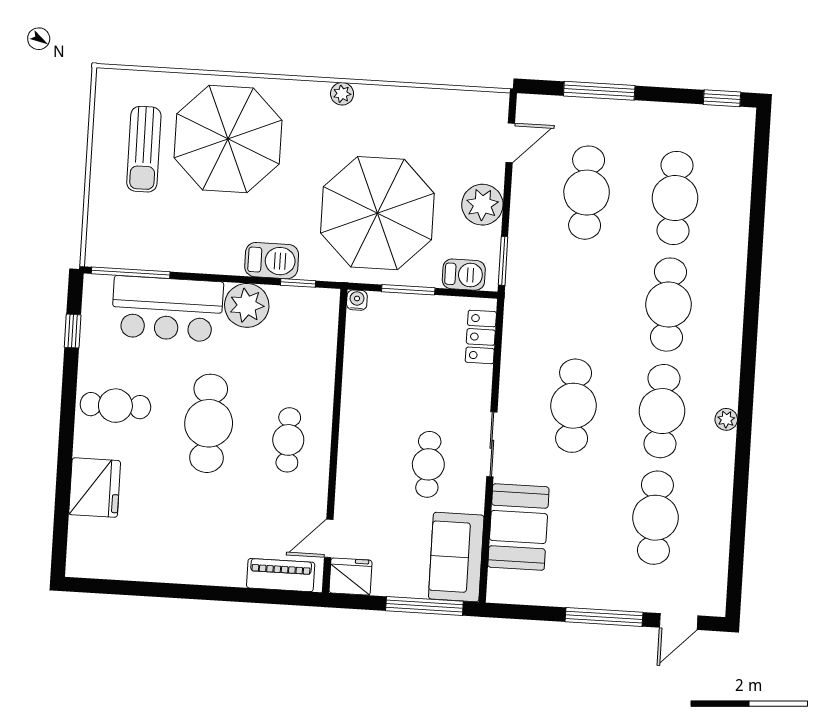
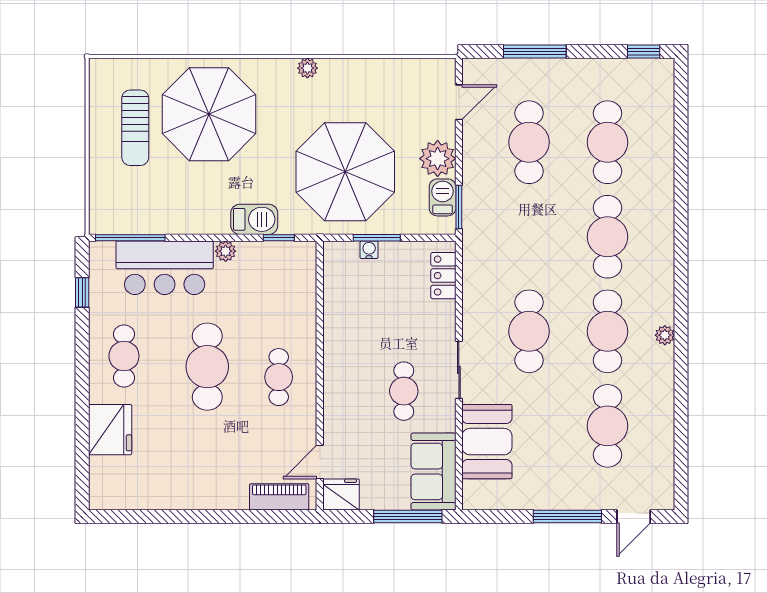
barbecue: (464, 275) -> (443, 197), moved, turned -90
water cooler: (357, 300) -> (369, 250), moved
plant: (247, 305) -> (226, 251), width x0.53, depth x0.53
cafe table: (115, 406) -> (124, 356), turned 90

